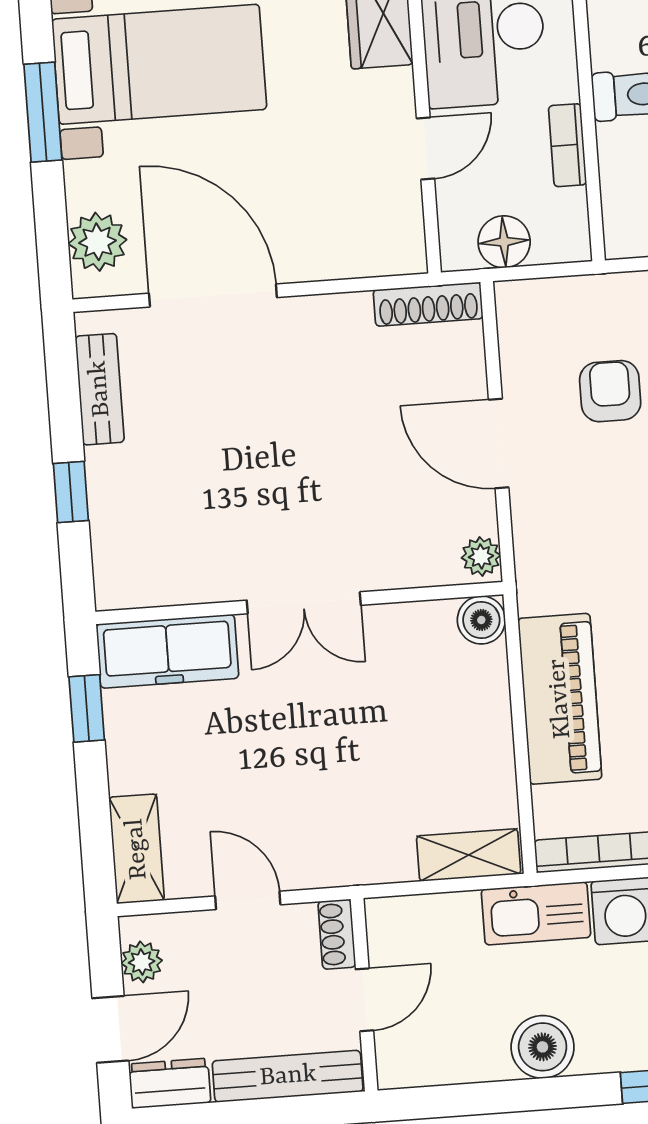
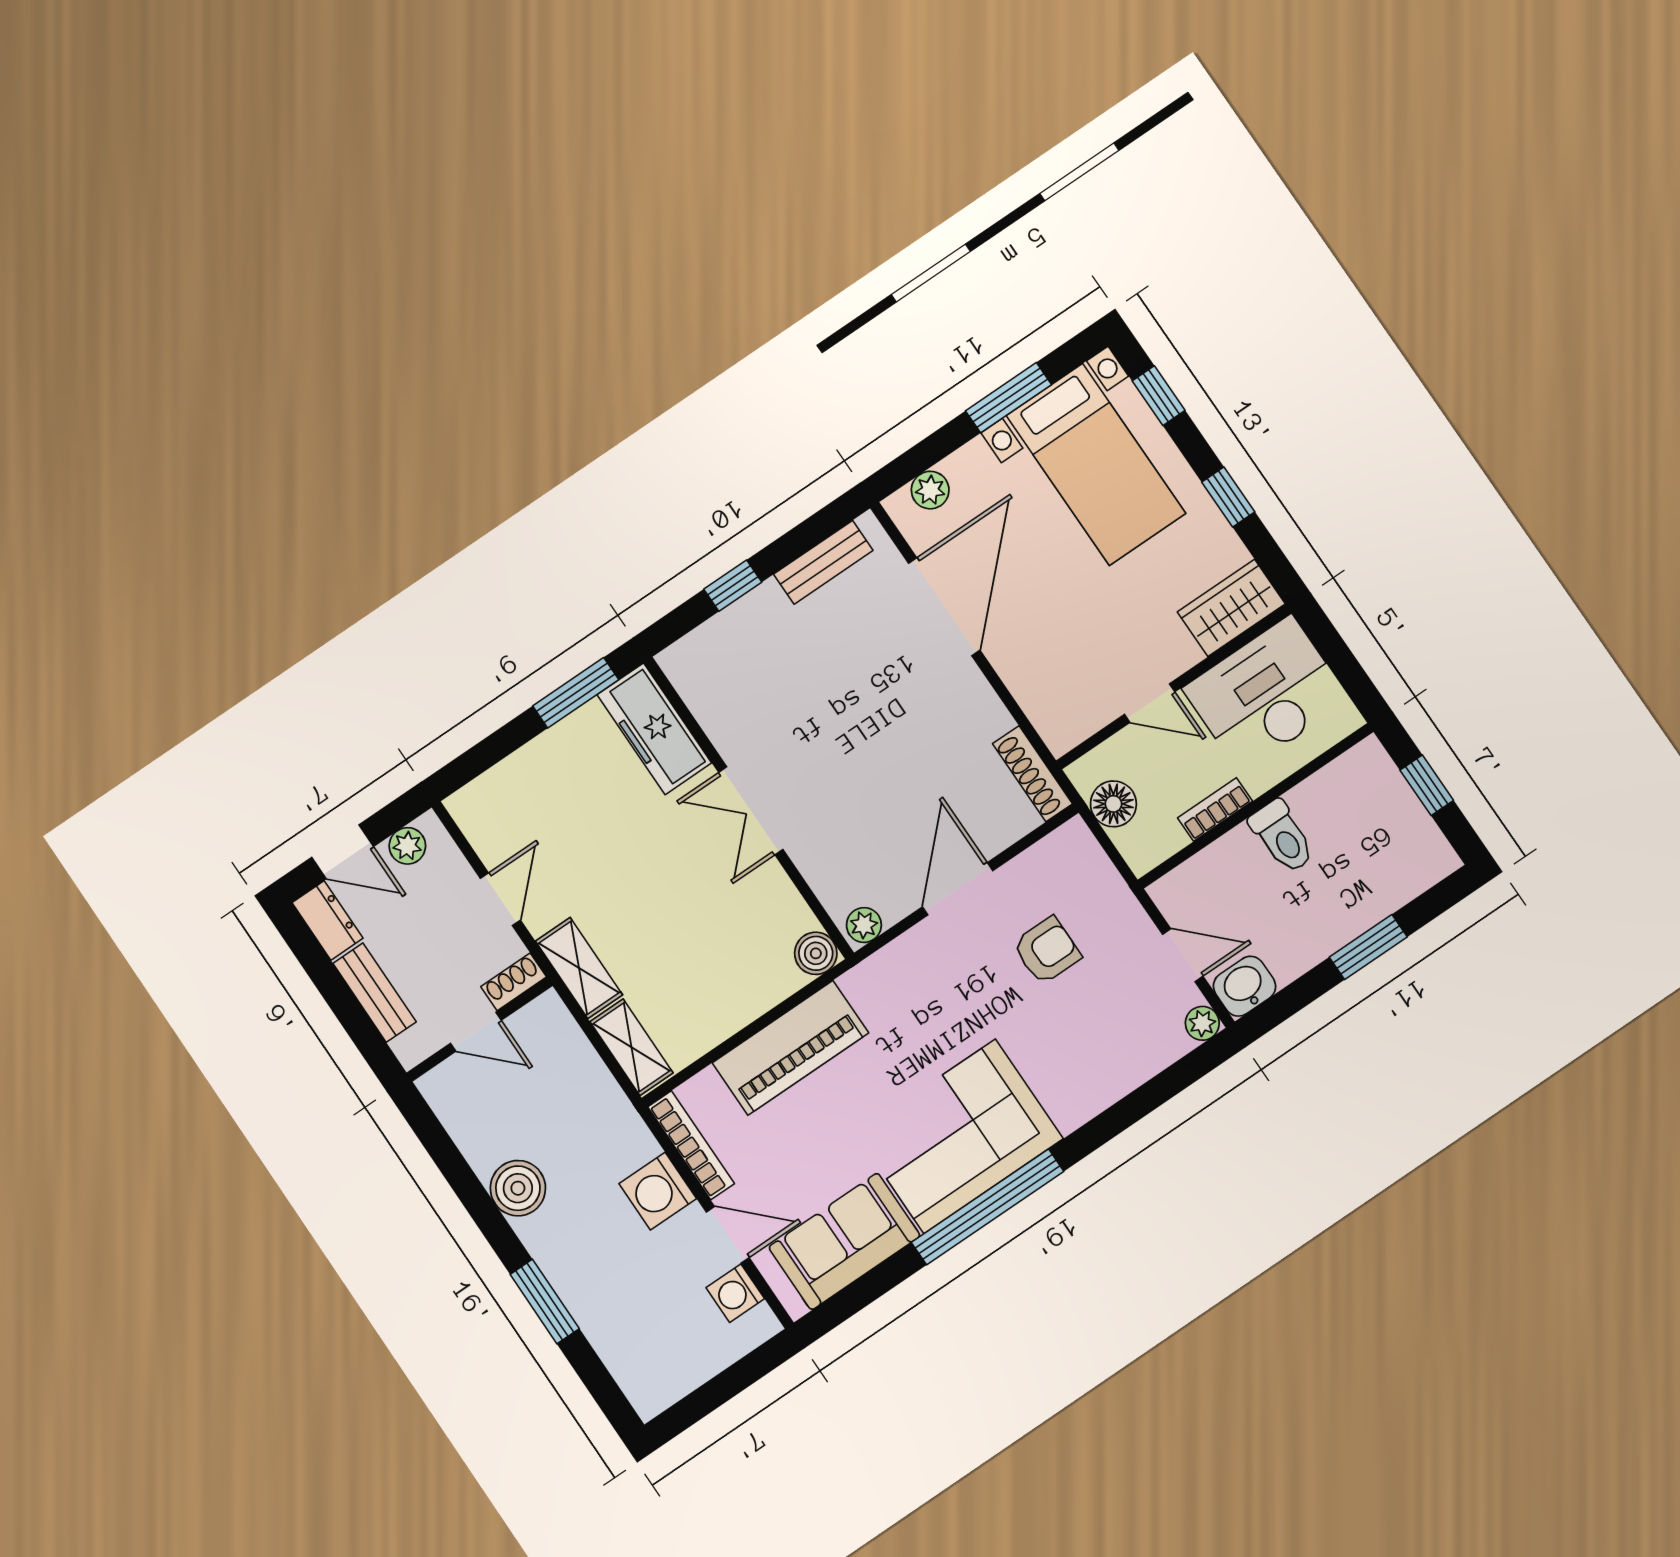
plant: (97, 242) -> (930, 490), width x0.73, depth x0.73
window: (87, 708) -> (576, 693), width x1.50
shelving: (137, 849) -> (579, 968), moved, turned 90
kitchen sink: (536, 913) -> (617, 1124), removed
bench: (288, 1076) -> (375, 993), width x0.73

